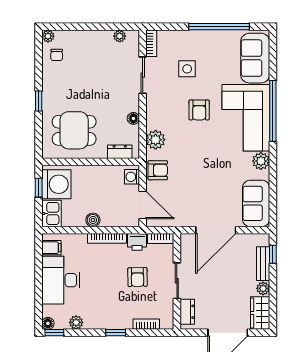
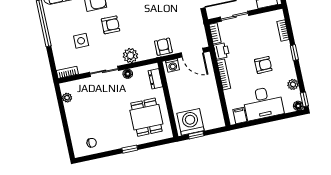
plant: (48, 36) -> (79, 152), removed
sliding door: (143, 75) -> (104, 71), moved
plant: (156, 140) -> (130, 56), moved
door: (143, 205) -> (192, 53), swing flipped
kitchen sink: (51, 214) -> (214, 121), removed
boiler: (93, 220) -> (212, 88), removed
armchair: (137, 277) -> (263, 65), moved
sliding door: (177, 281) -> (235, 16), moved

